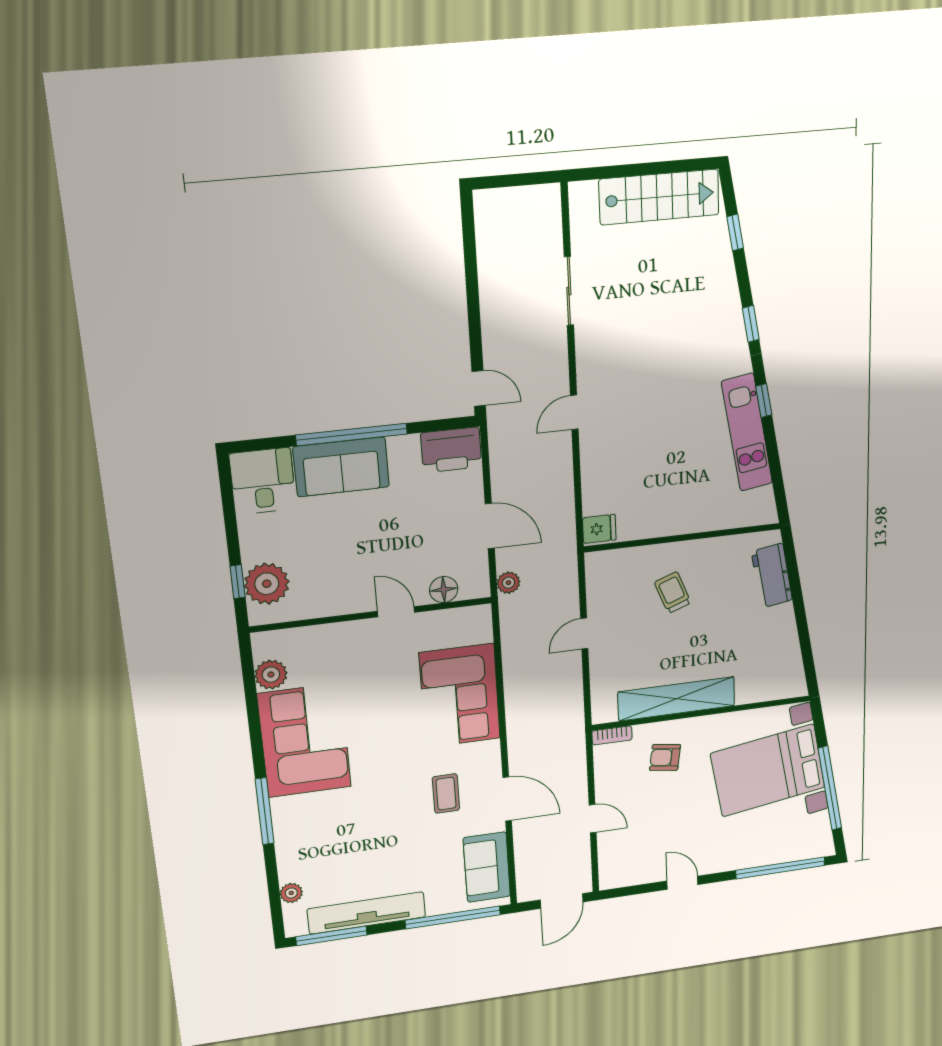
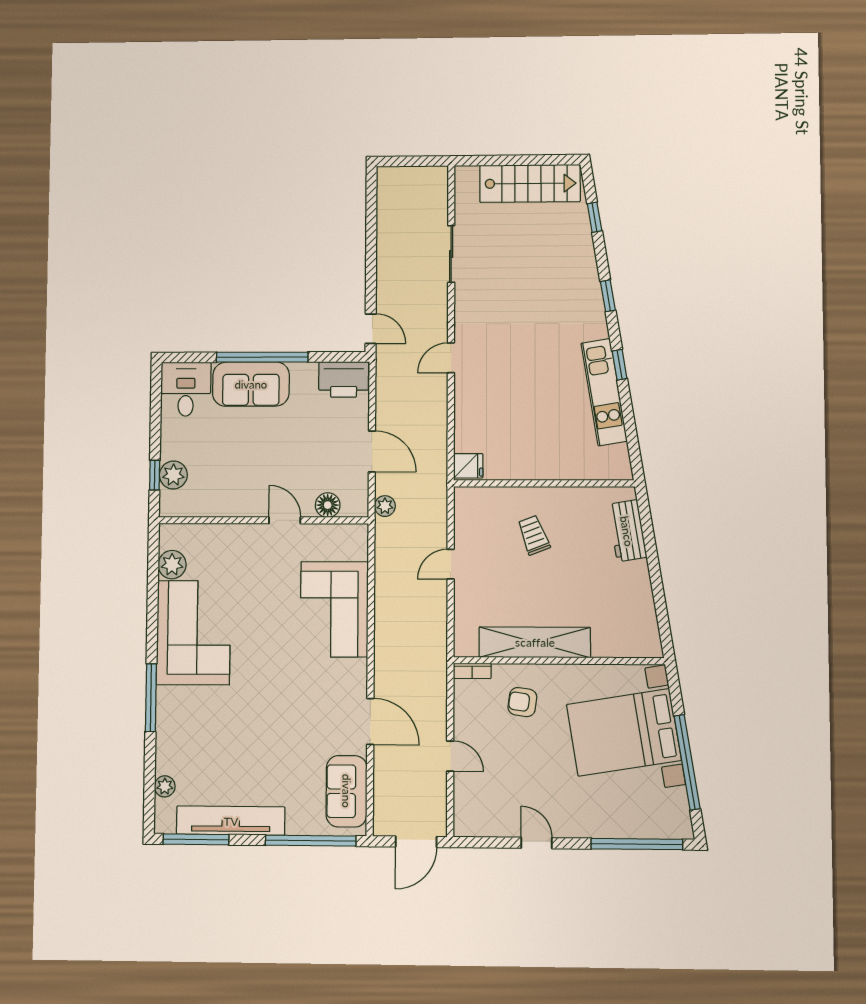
plant: (267, 584) -> (173, 475), width x0.73, depth x0.73
coffee table: (446, 793) -> (314, 706), removed

